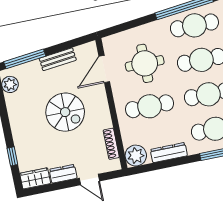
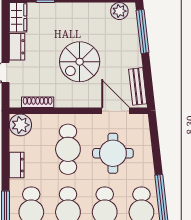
bench: (58, 59) -> (138, 86), moved
dresser: (169, 153) -> (17, 165), width x0.70

